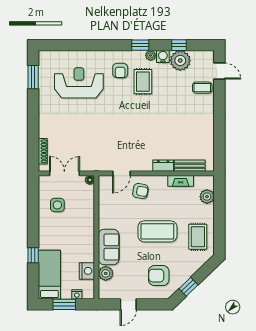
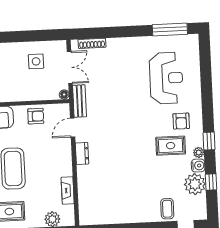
armchair: (120, 71) -> (181, 121), turned -90
window: (33, 77) -> (170, 29), width x1.44
dresser: (163, 166) -> (82, 153), moved
bench: (190, 166) -> (80, 101), moved
door: (121, 173) -> (73, 128), hinge flipped
armchair: (140, 191) -> (36, 116), moved, turned -100

